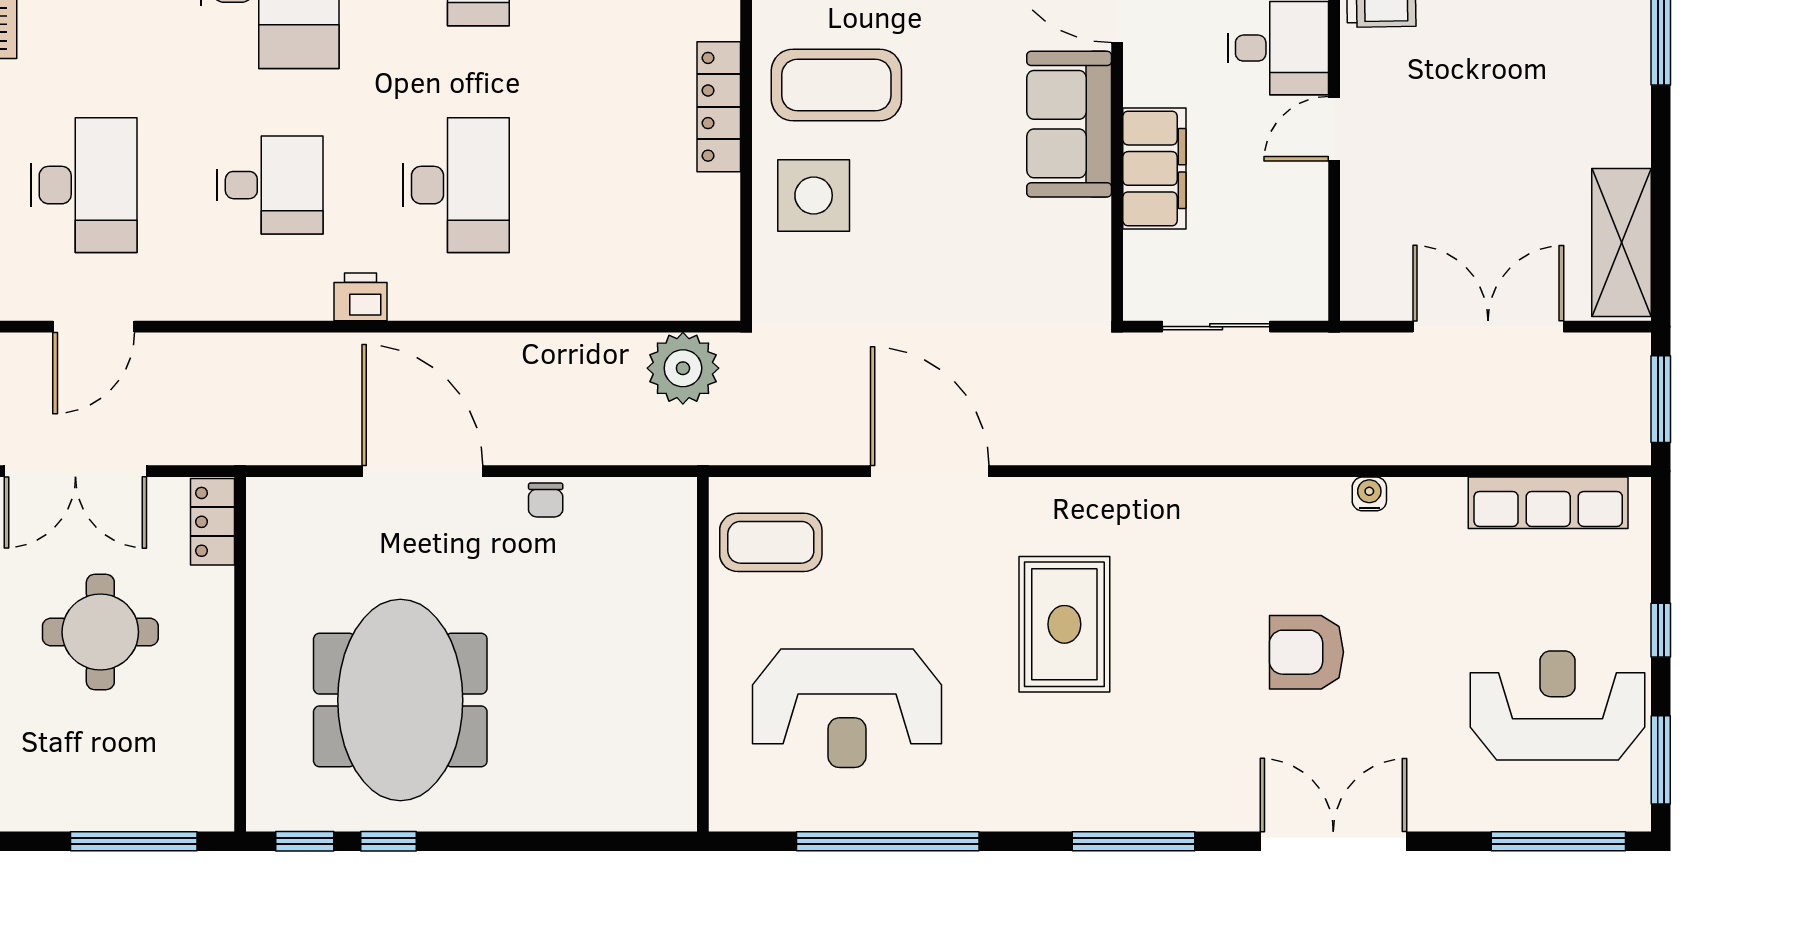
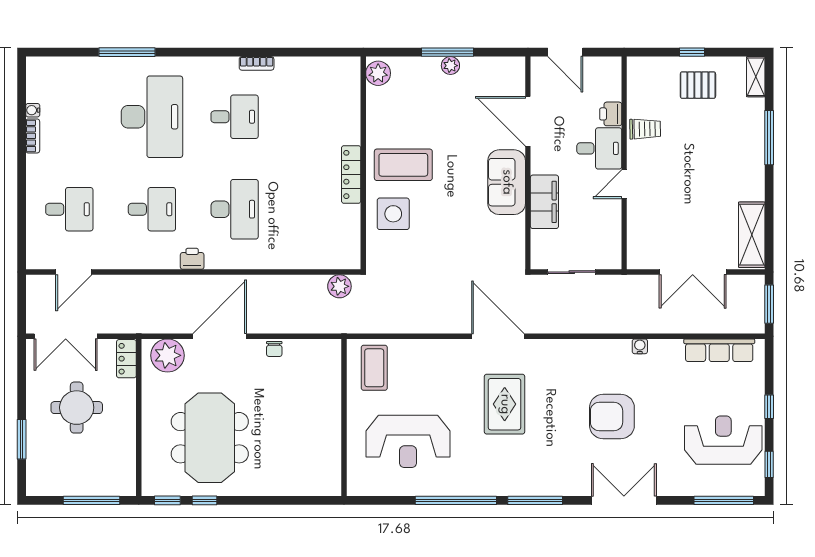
desk: (84, 185) -> (69, 209), width x0.73
double door: (1488, 327) -> (693, 272), swing flipped
plant: (683, 368) -> (339, 286), width x0.73, depth x0.73
door: (422, 471) -> (220, 336), hinge flipped
door: (930, 471) -> (498, 336), moved
plant: (305, 515) -> (167, 355), added
coffee table: (771, 542) -> (374, 368), turned 90
armchair: (1306, 652) -> (612, 417), width x1.36, depth x1.36
window: (1661, 760) -> (769, 464), width x0.67
window: (888, 841) -> (456, 500), moved

